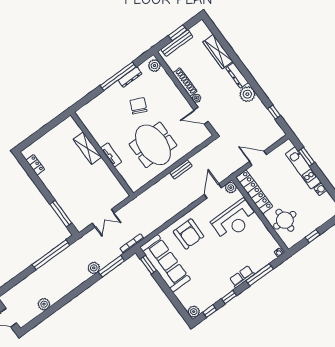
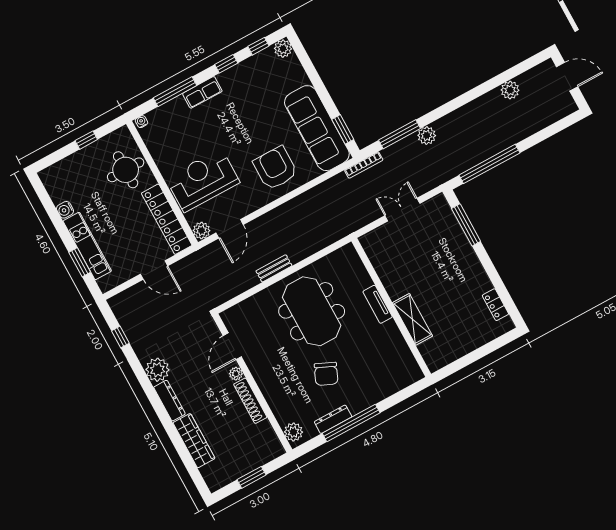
bench: (177, 43) -> (255, 462), removed
door: (201, 116) -> (232, 346), swing flipped

